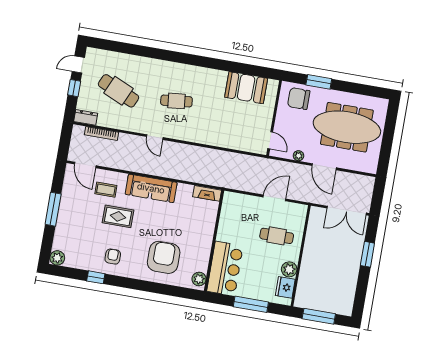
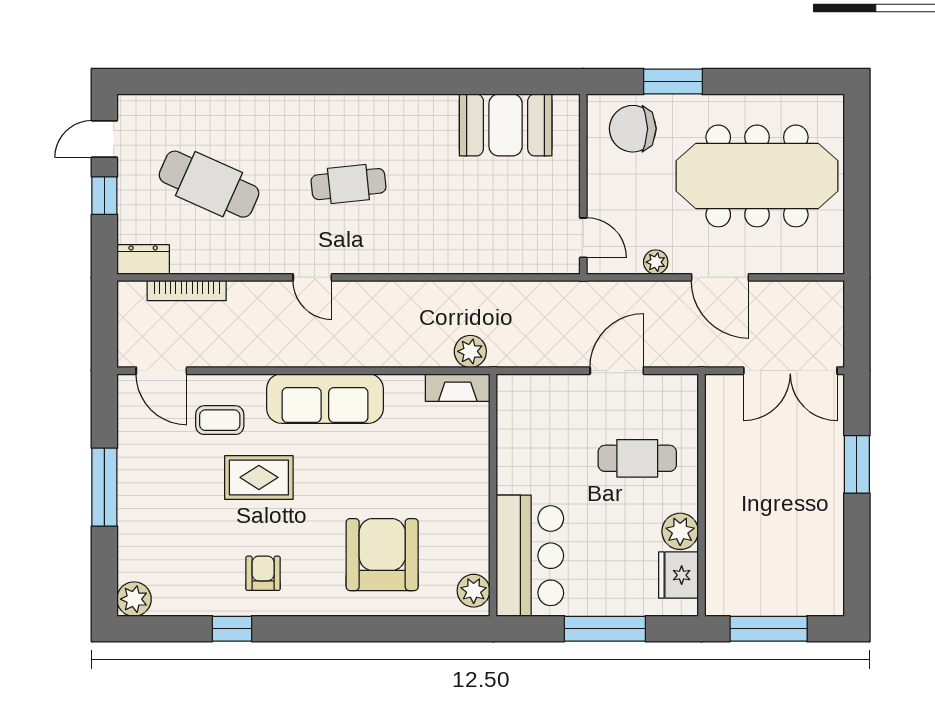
plant: (215, 179) -> (470, 351), added

